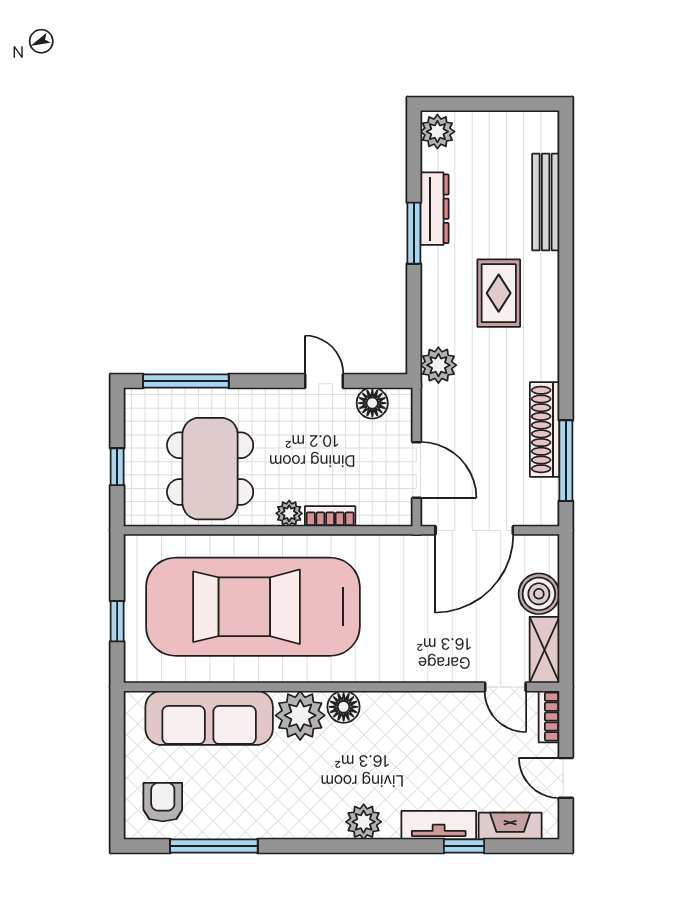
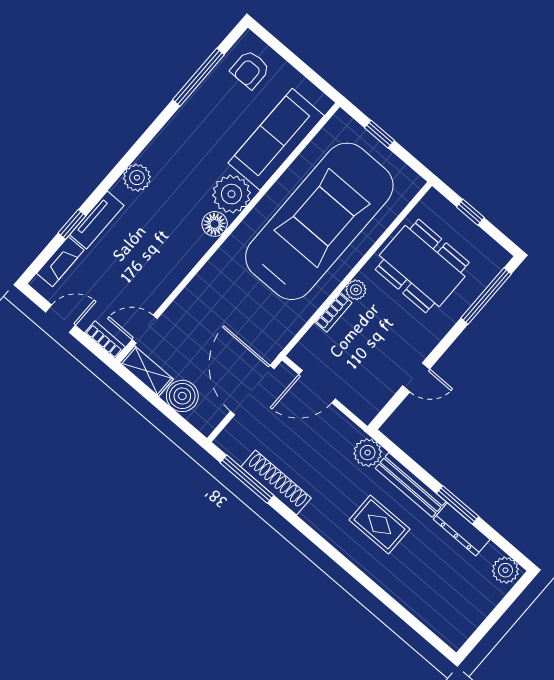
bench: (546, 202) -> (411, 485), moved
floor lamp: (372, 403) -> (379, 395), removed
armchair: (163, 802) -> (250, 69), turned 90

